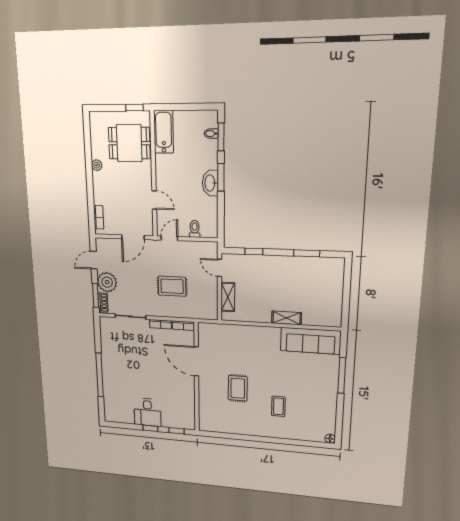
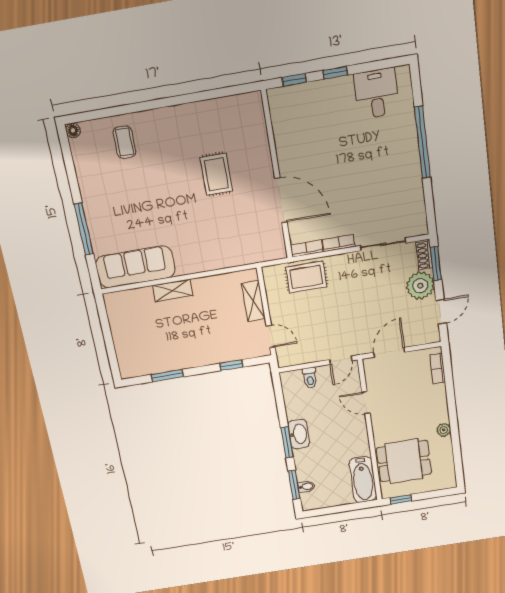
rug: (172, 286) -> (306, 277), moved
coffee table: (278, 406) -> (124, 142), moved
desk: (148, 412) -> (376, 93), moved

